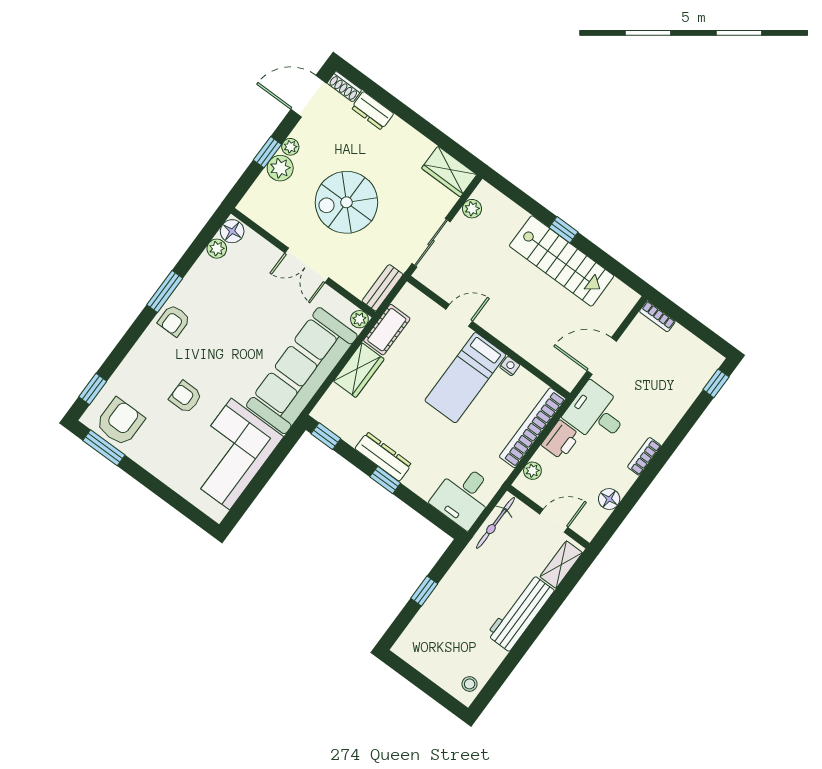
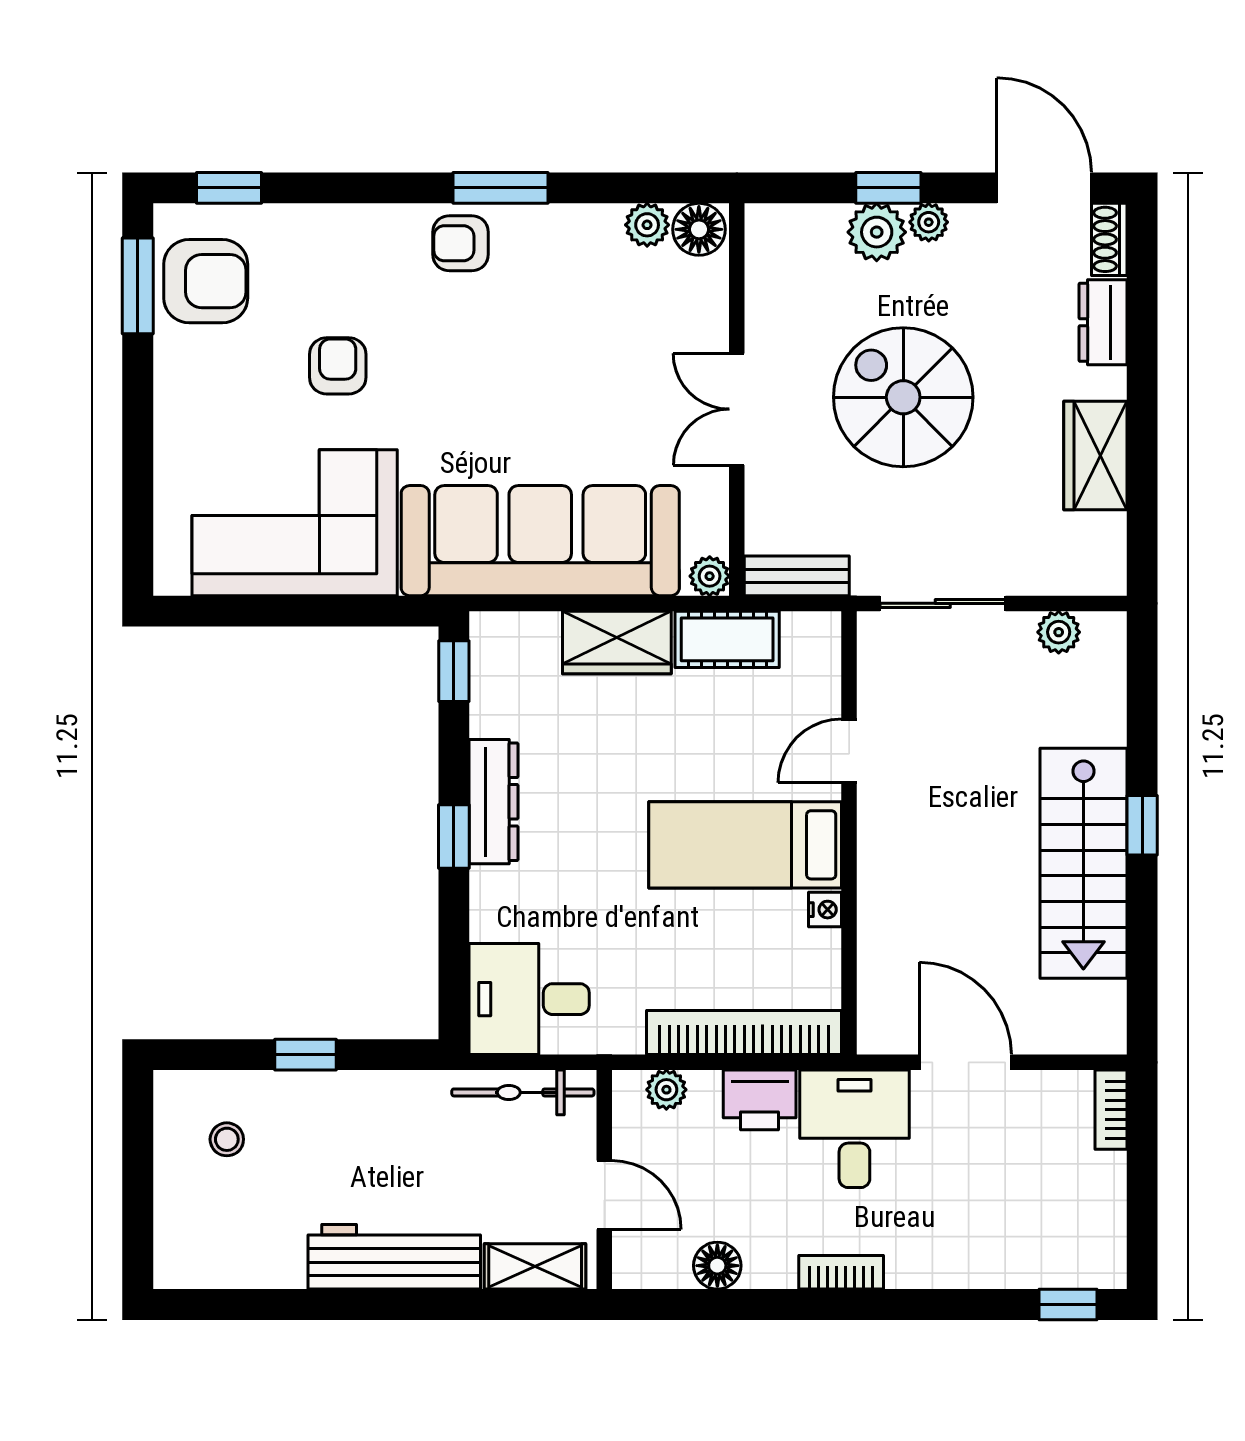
wardrobe: (449, 171) -> (1095, 455), moved
door: (459, 315) -> (849, 751), swing flipped
stool: (470, 684) -> (227, 1139), moved

